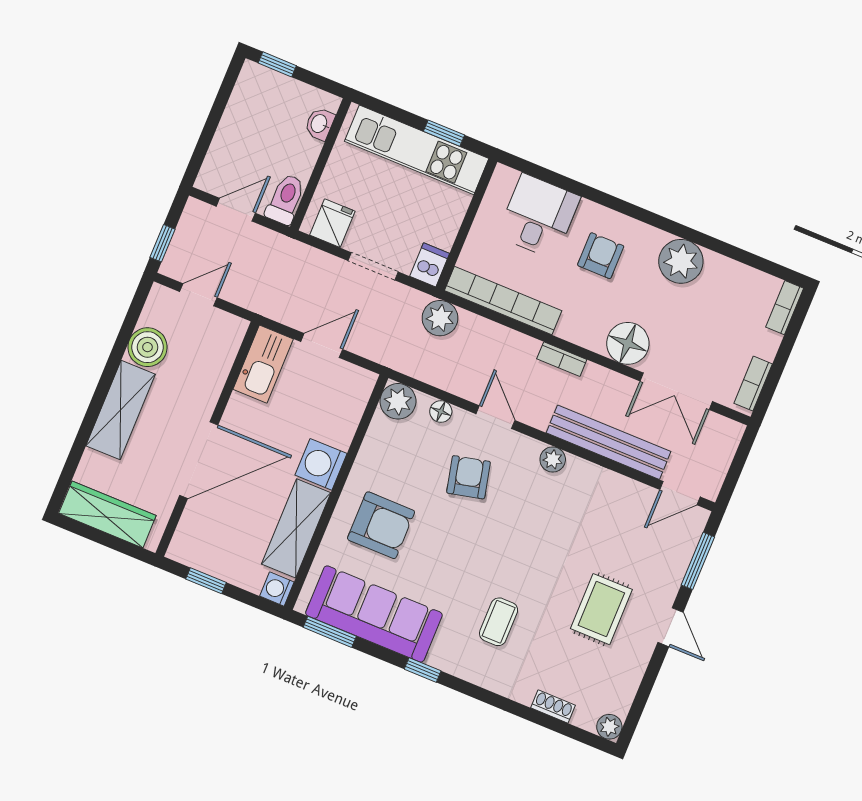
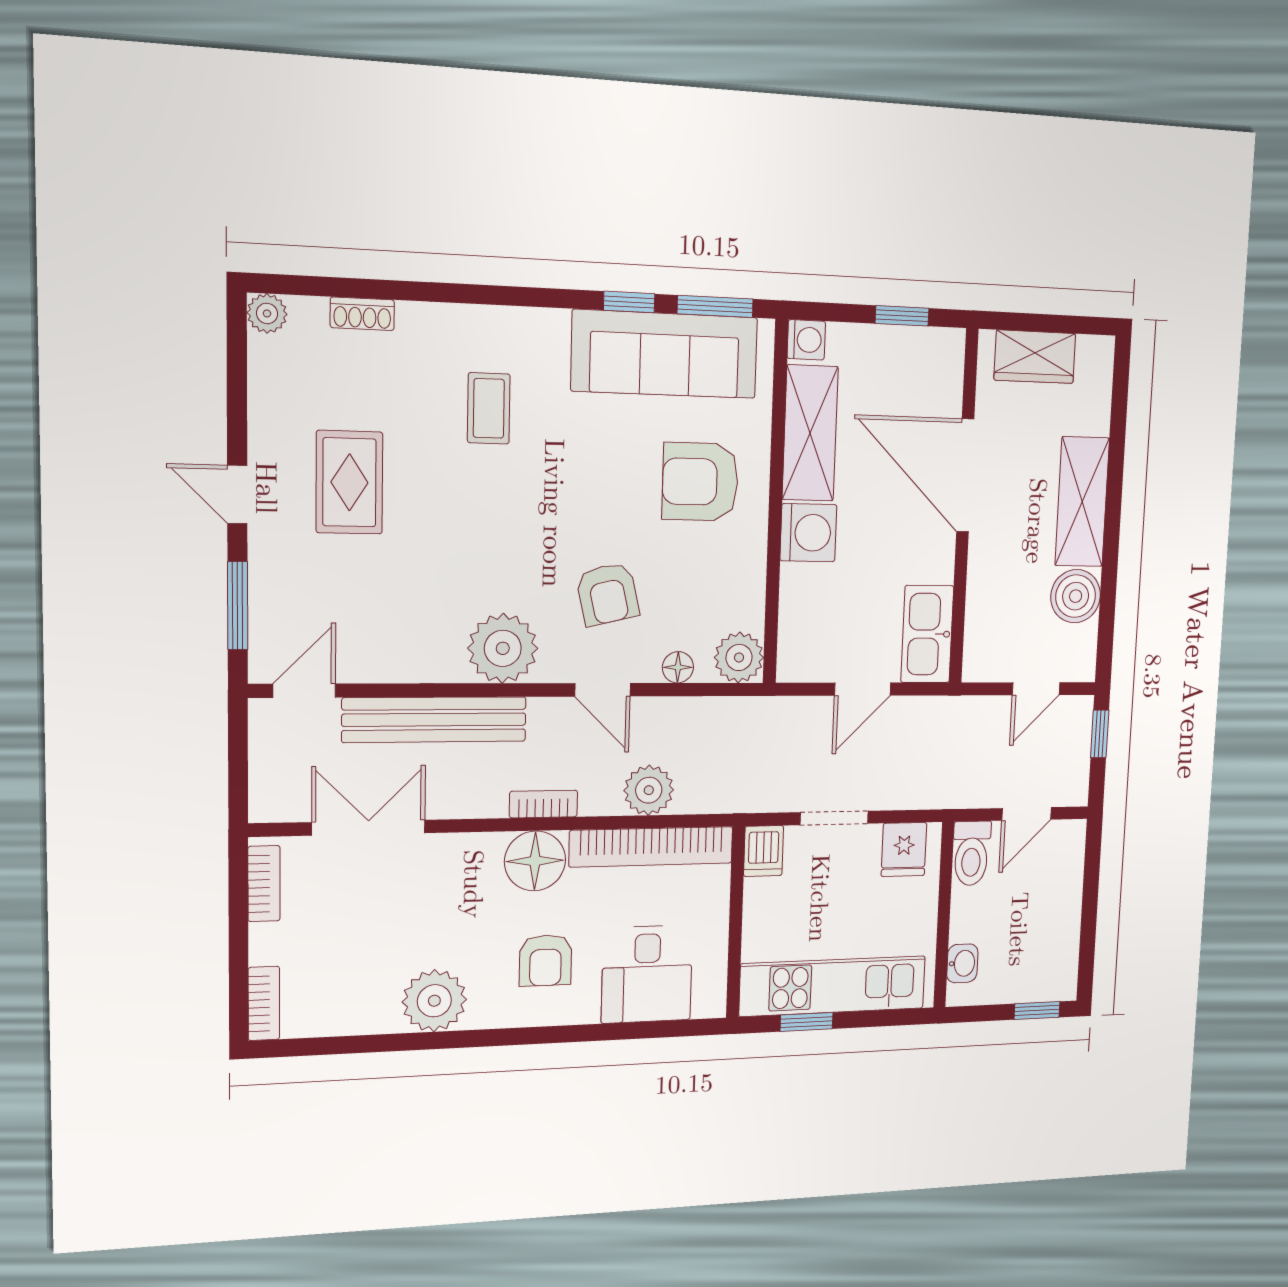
plant: (440, 318) -> (649, 790), moved
floor lamp: (628, 343) -> (535, 861), moved
plant: (553, 459) -> (503, 648), width x1.88, depth x1.88
door: (199, 460) -> (965, 475), hinge flipped
wardrobe: (107, 514) -> (1035, 357), width x0.67
window: (423, 670) -> (629, 302), moved

